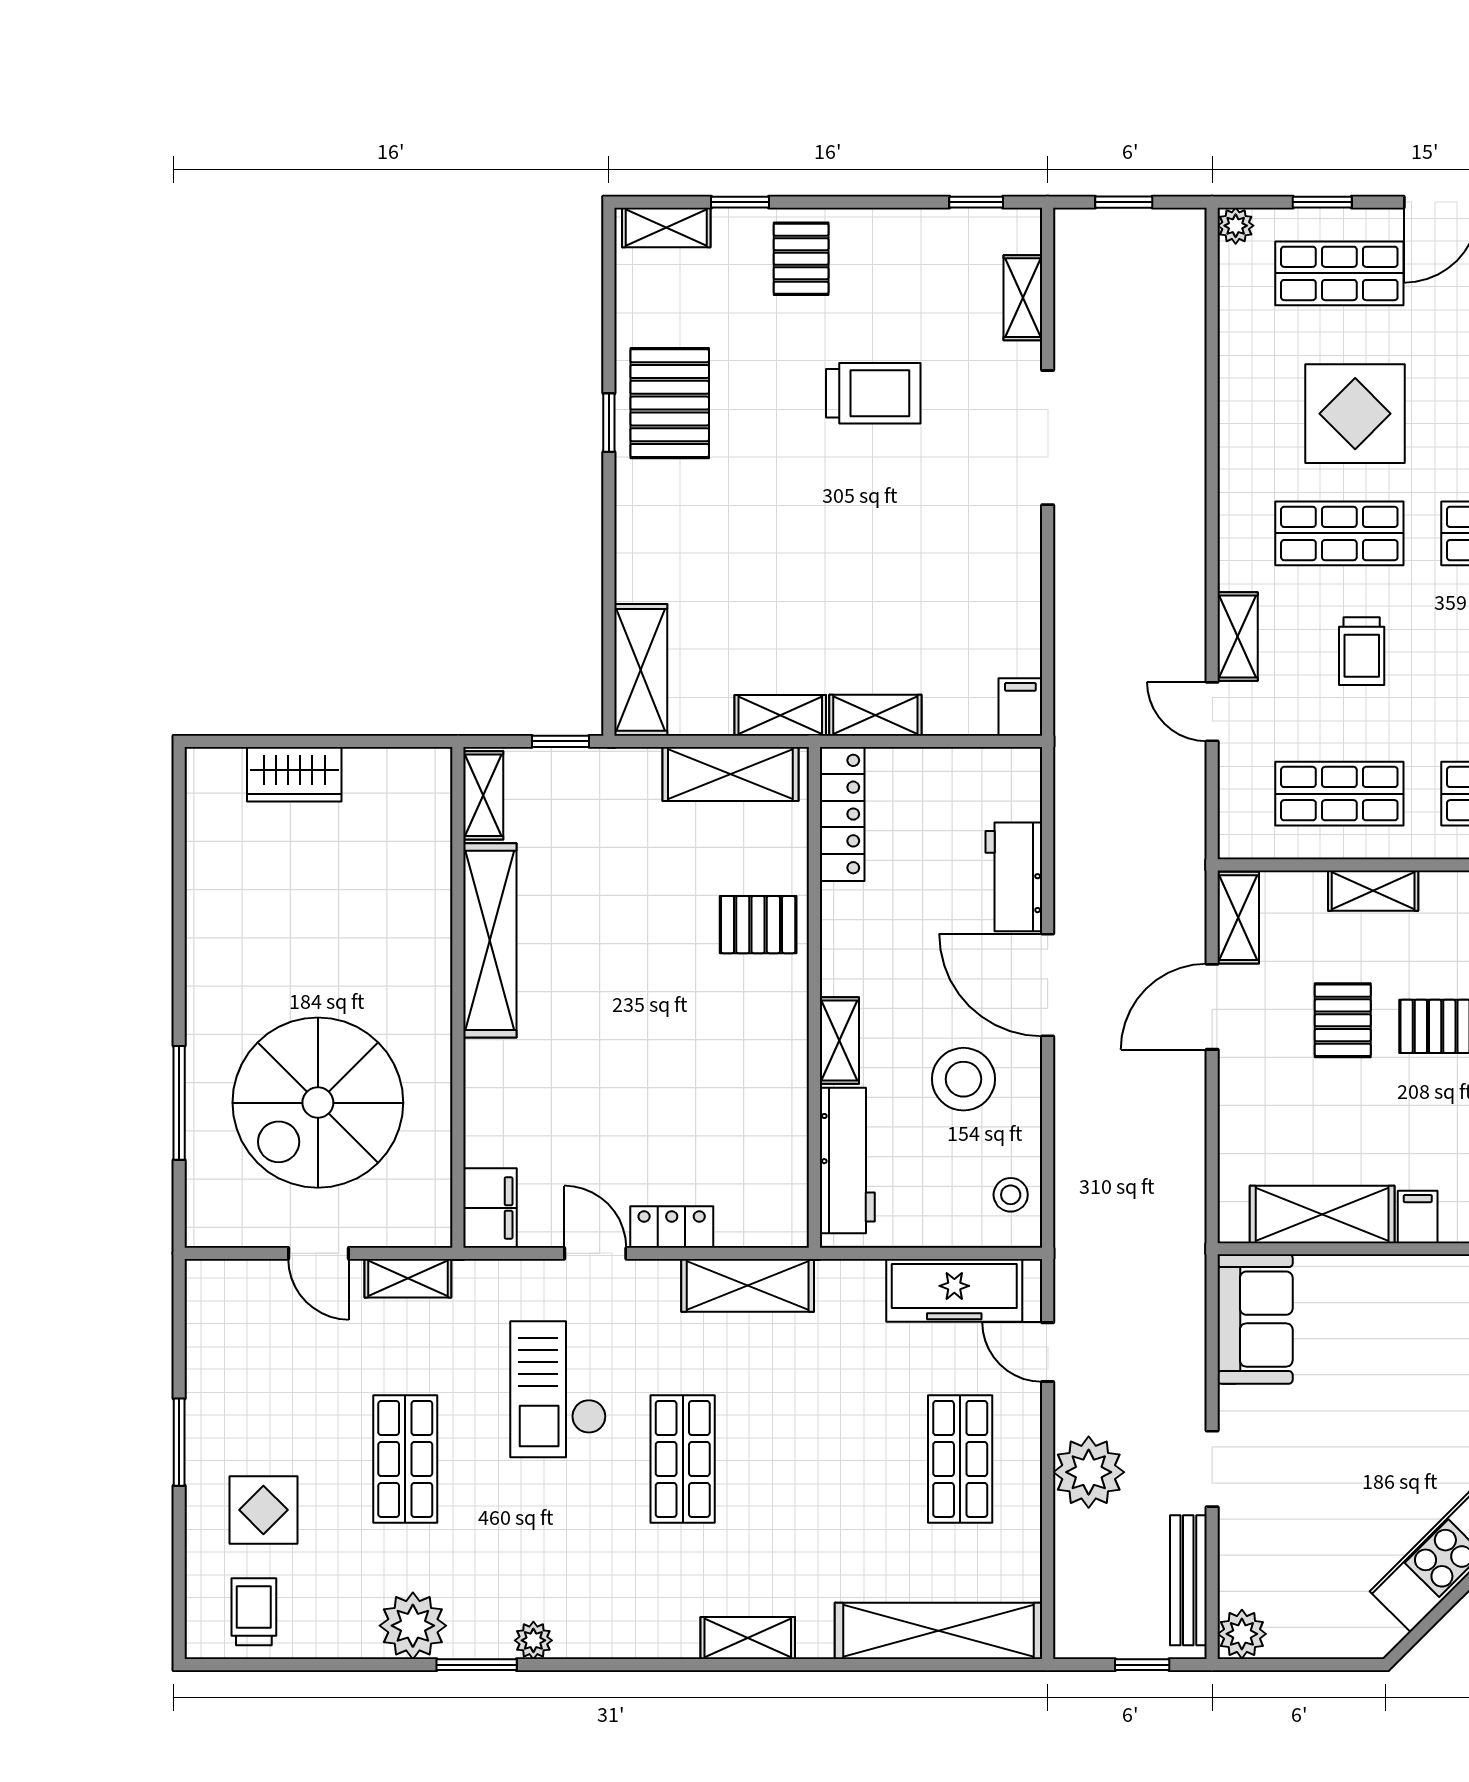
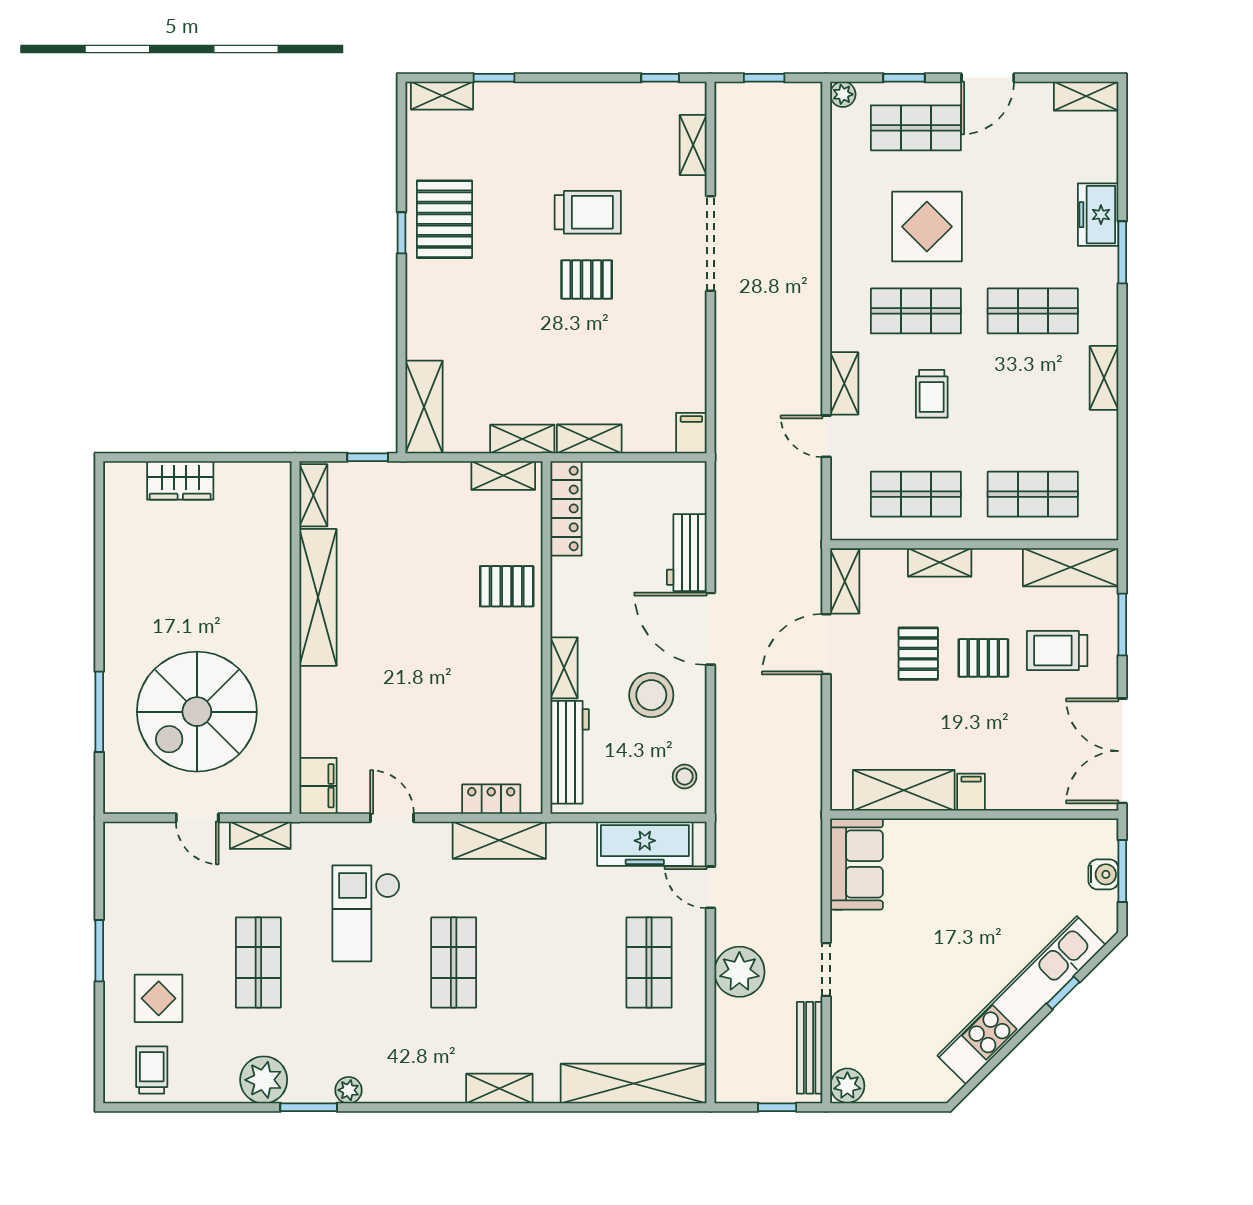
pallet: (801, 259) -> (587, 279), moved, turned 90
shelving: (730, 774) -> (503, 476), width x0.67, depth x0.75
locker: (672, 1227) -> (491, 799), moved

